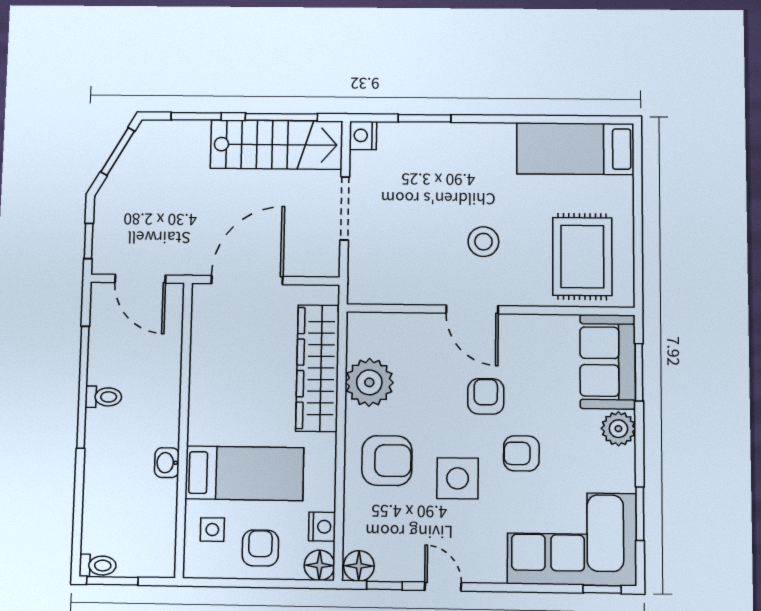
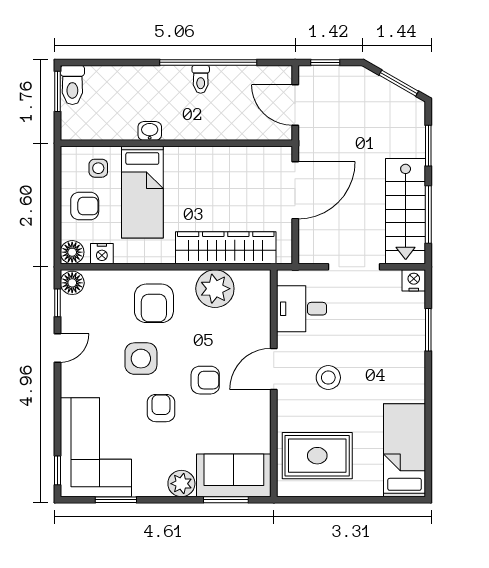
desk: (396, 274) -> (302, 309), added
door: (140, 279) -> (295, 105), hinge flipped
door: (247, 280) -> (295, 190), hinge flipped
toilet: (98, 565) -> (72, 85), width x1.37, depth x1.39

